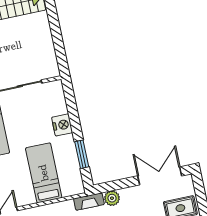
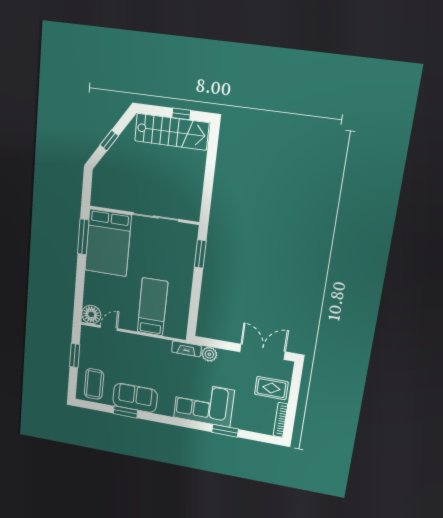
nightstand: (62, 125) -> (185, 269), removed
window: (82, 154) -> (200, 254), moved

